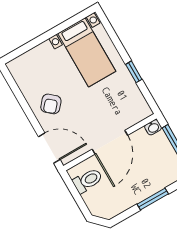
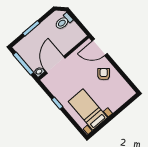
door: (110, 142) -> (55, 65), moved
toilet: (88, 180) -> (64, 22), moved

